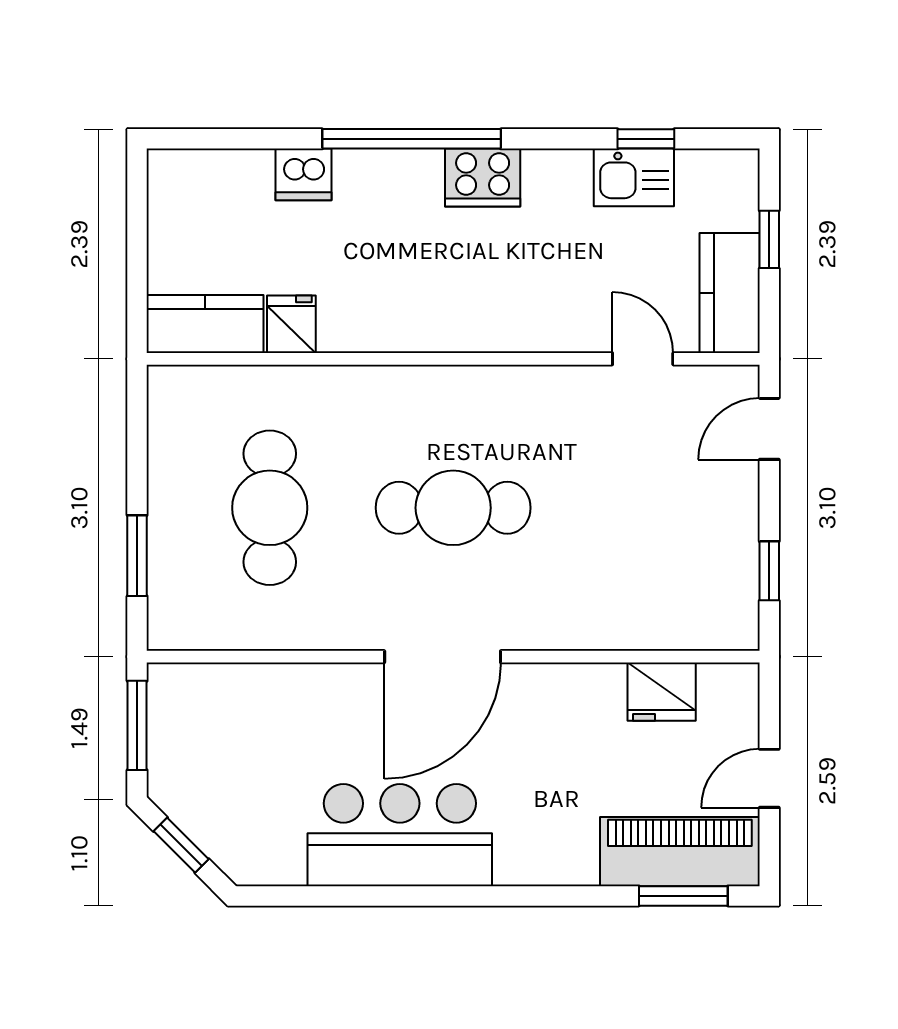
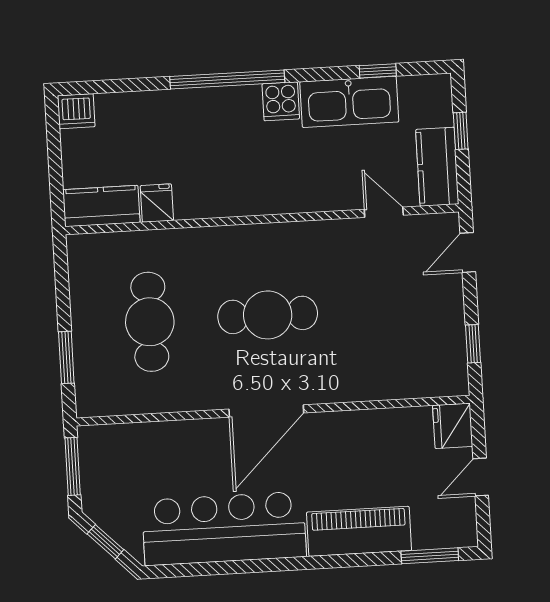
dishwasher: (304, 174) -> (76, 111), moved
cooker: (483, 177) -> (281, 101), width x0.73
kitchen sink: (634, 177) -> (349, 102), width x1.88, depth x1.24
fridge: (662, 692) -> (453, 426), moved, turned 90
bar counter: (400, 835) -> (224, 528), width x1.36
piano: (680, 852) -> (359, 531), moved

